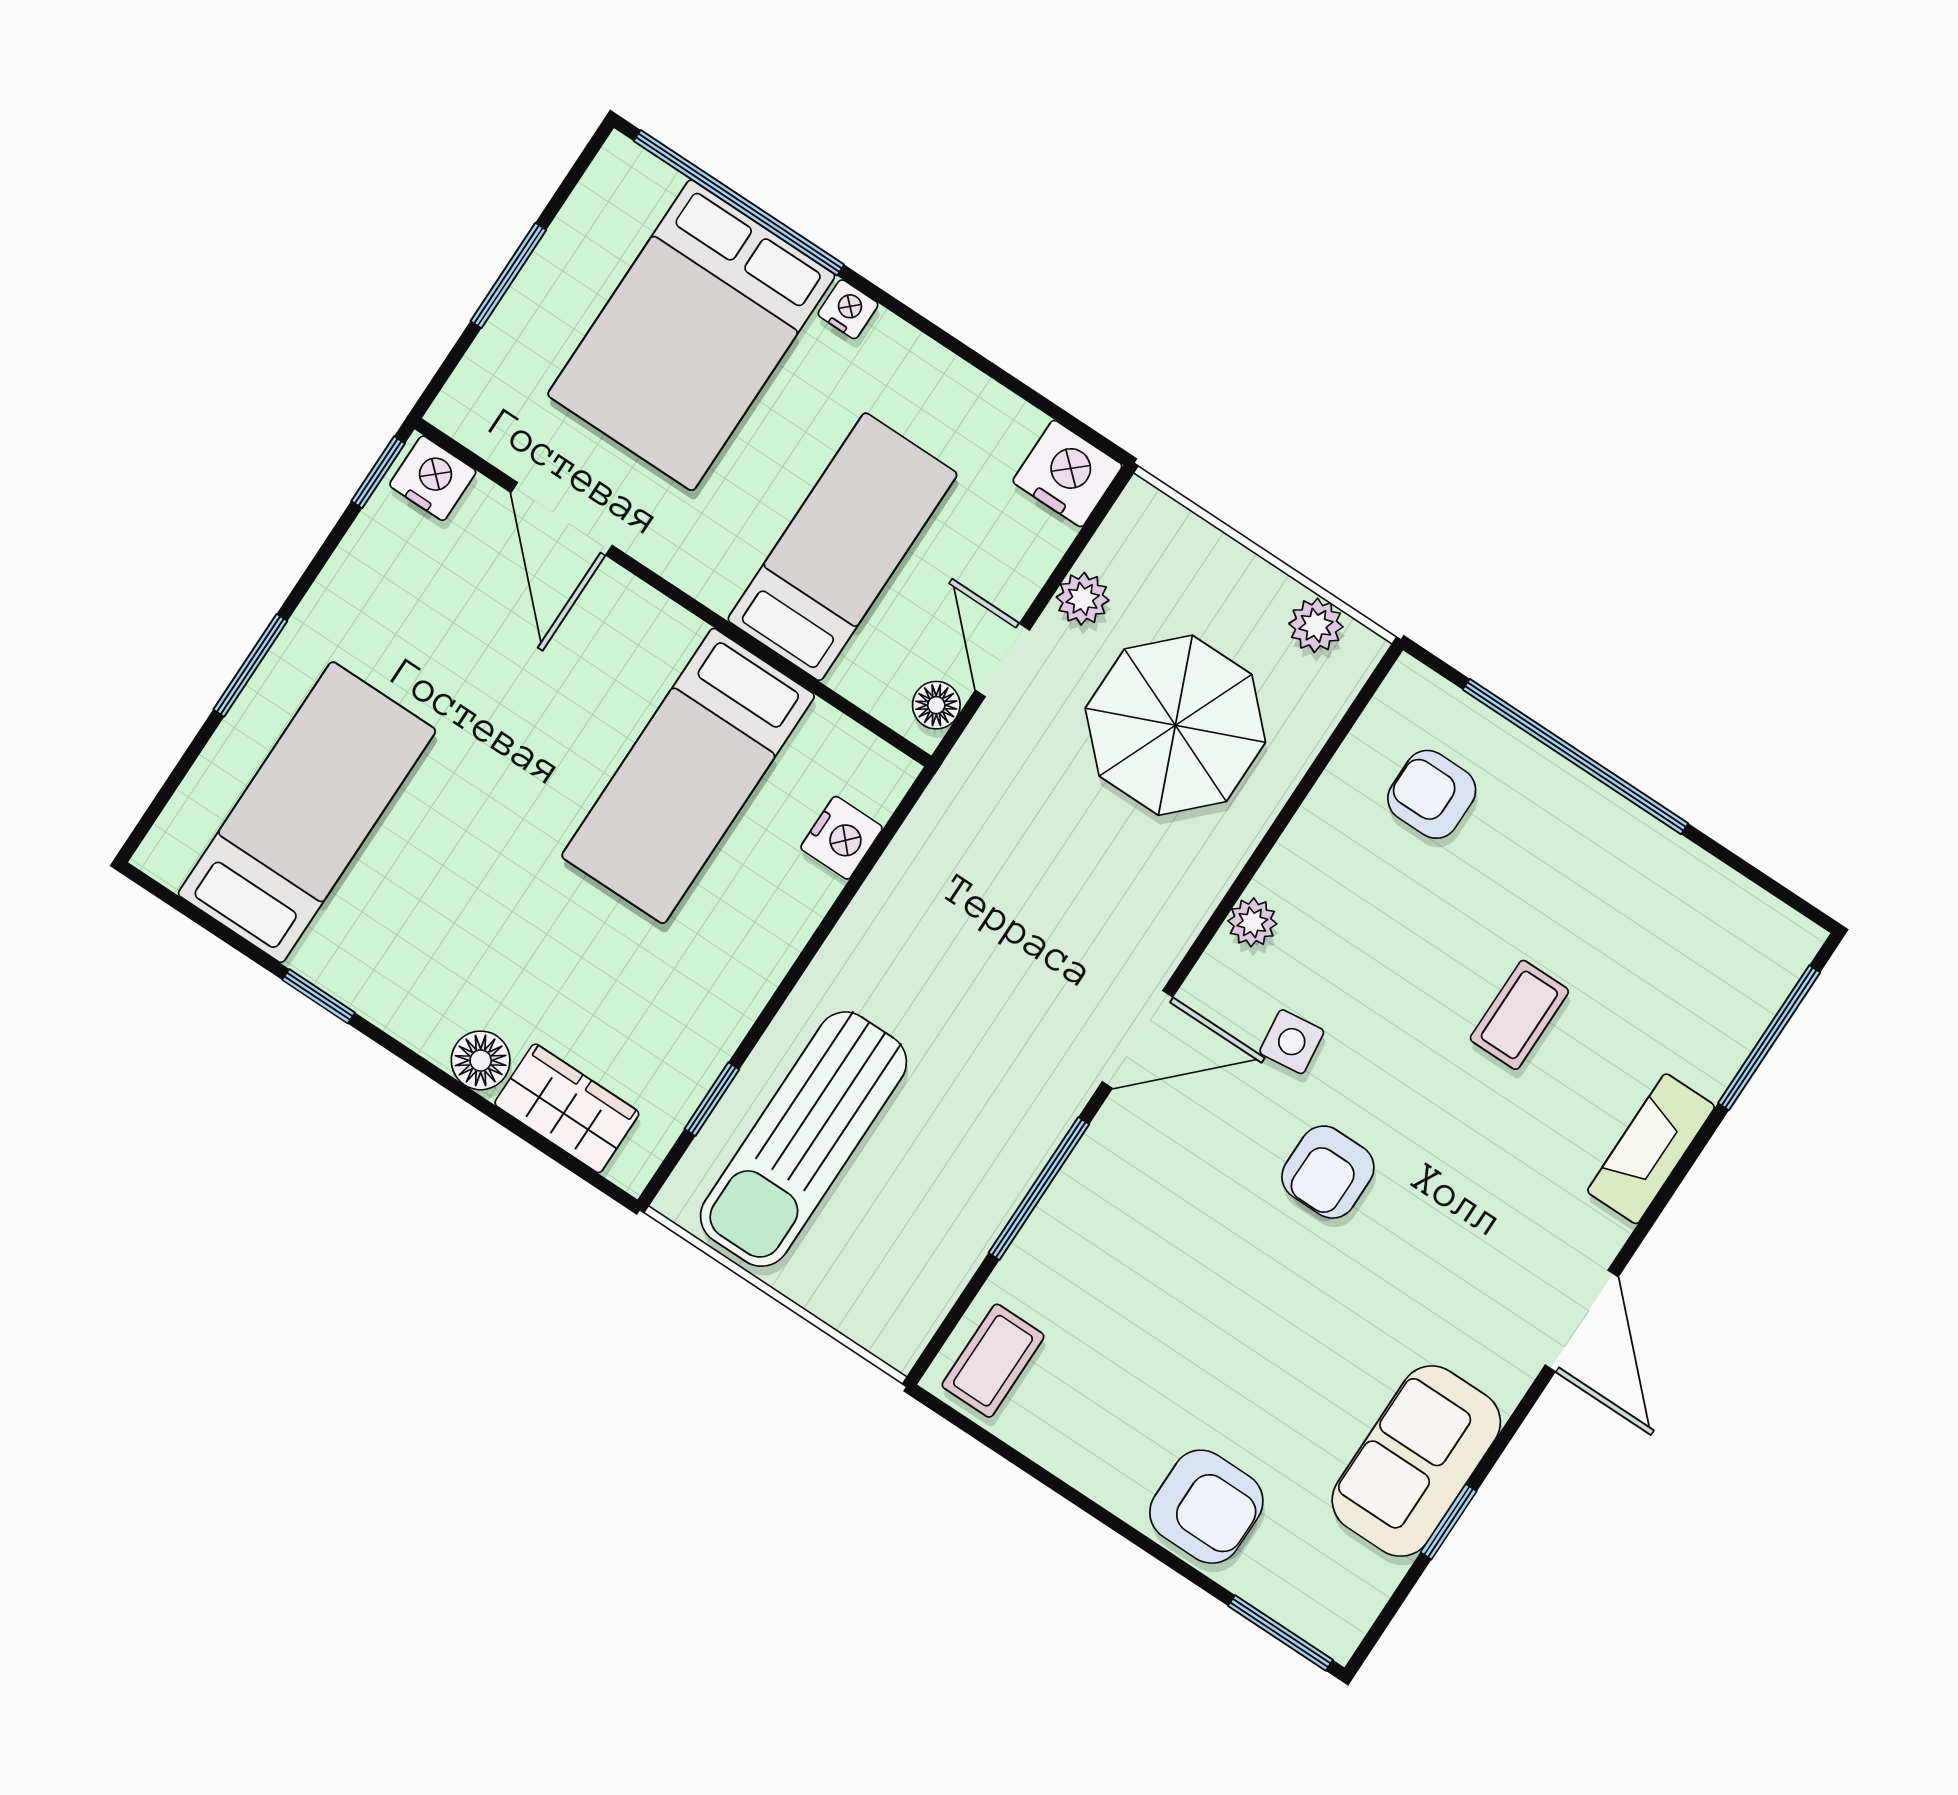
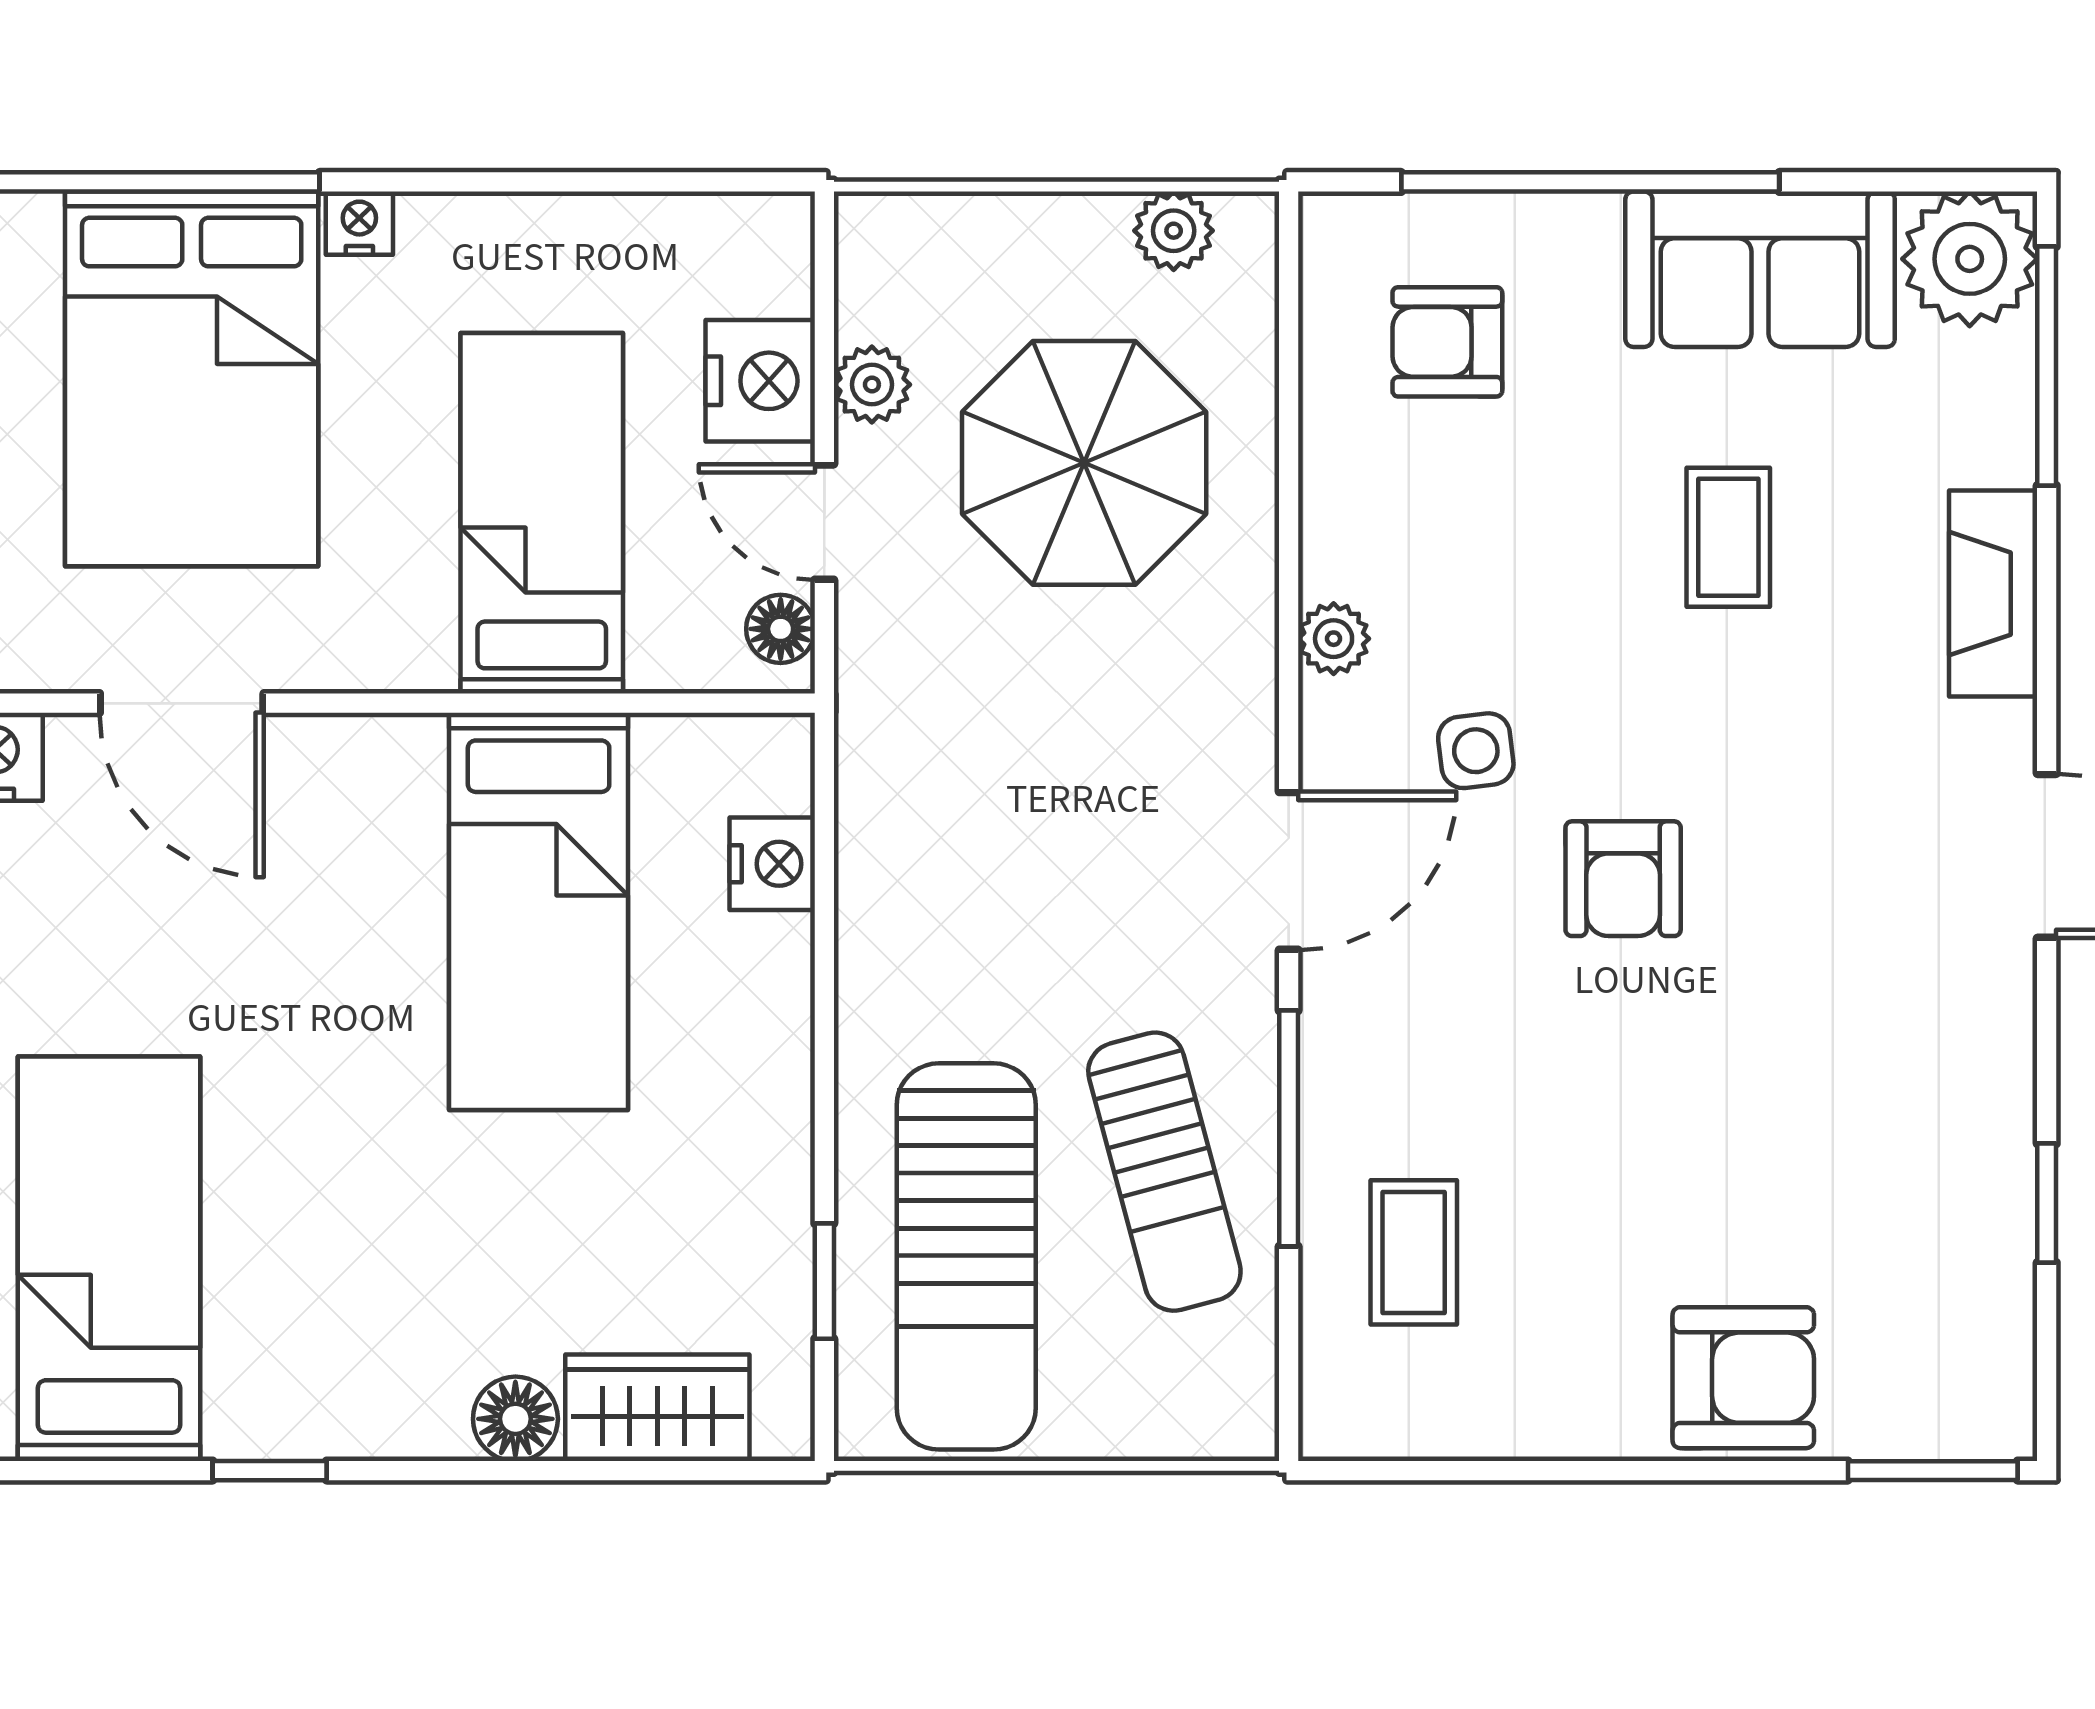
nightstand: (1067, 474) -> (760, 381), moved, turned 90
plant: (1766, 946) -> (1970, 259), added
sun lounger: (951, 1166) -> (1164, 1172), added
coffee table: (993, 1361) -> (1414, 1252), moved
sofa: (1416, 1461) -> (1760, 269), moved, turned -90

